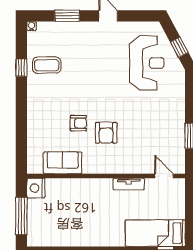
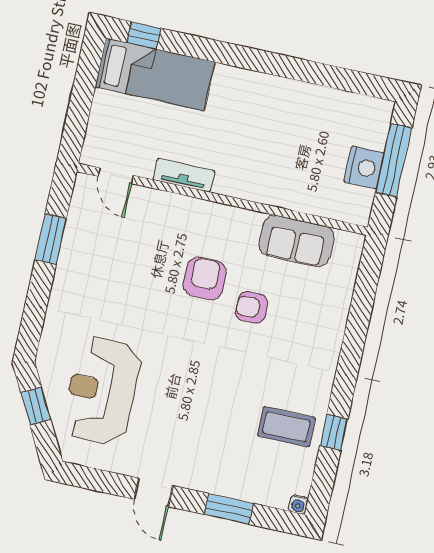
nightstand: (36, 188) -> (364, 167), moved

